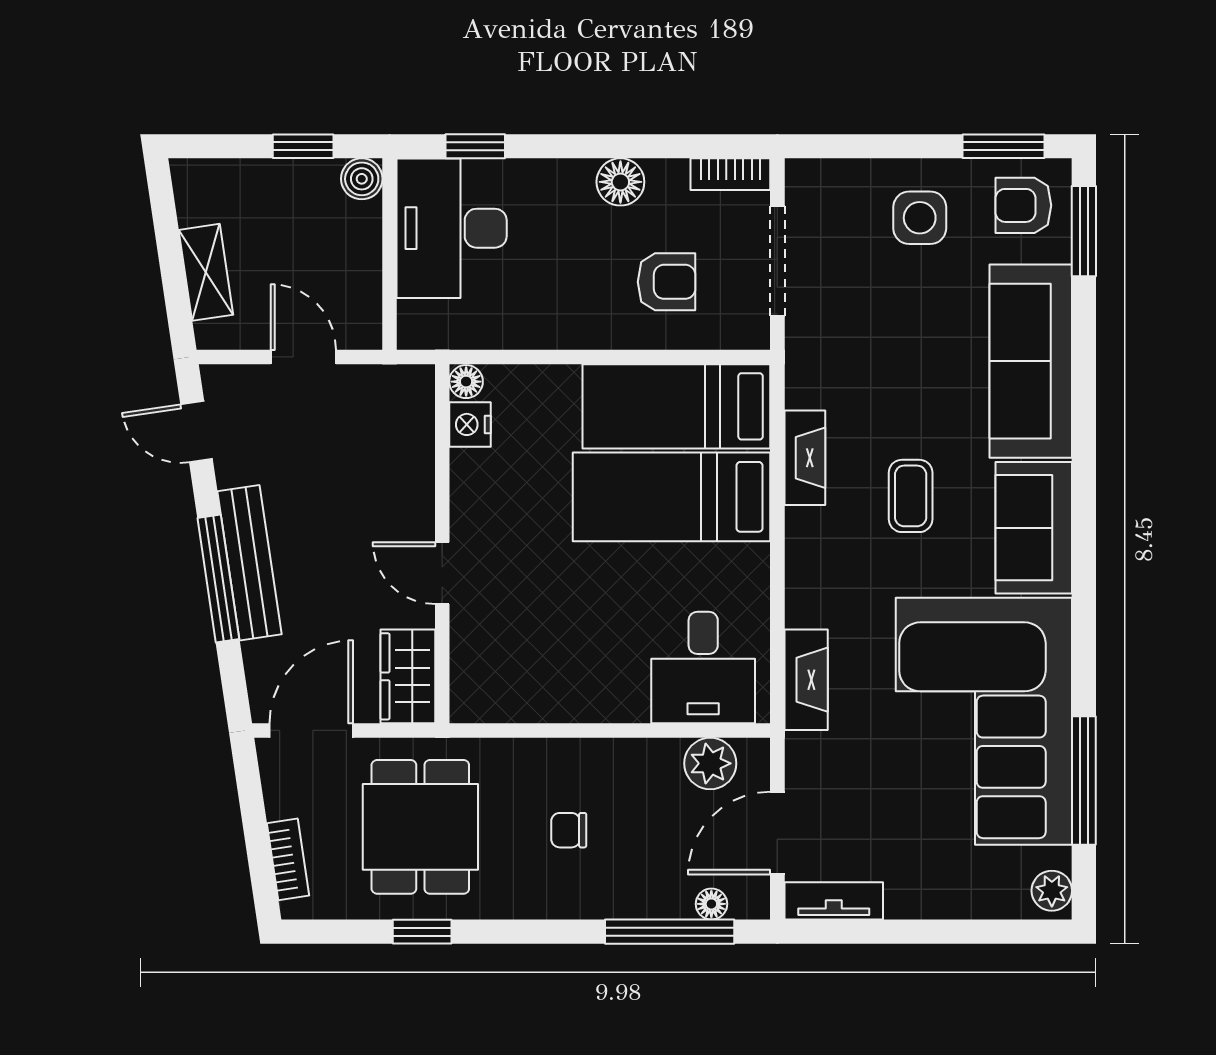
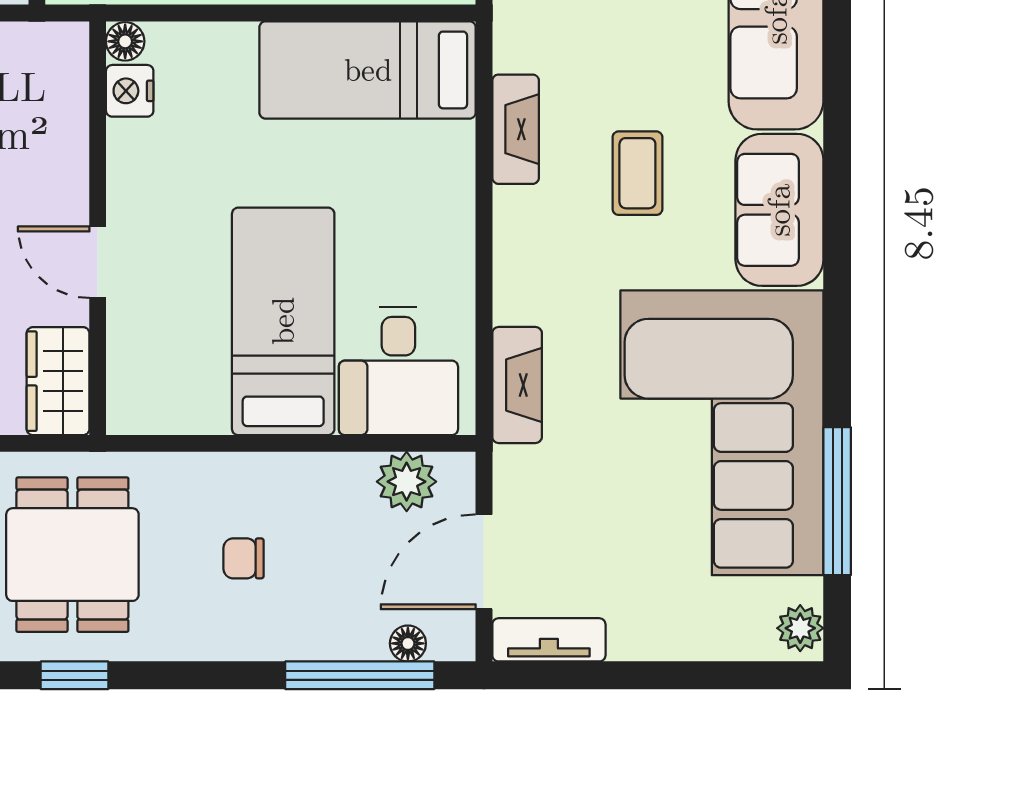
bed: (672, 497) -> (283, 321), moved, turned 90

